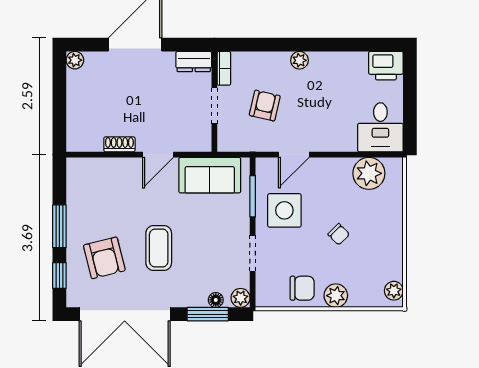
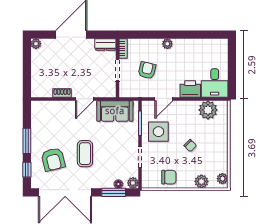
printer: (386, 66) -> (190, 89), moved, turned 180
plant: (336, 296) -> (201, 181), moved

